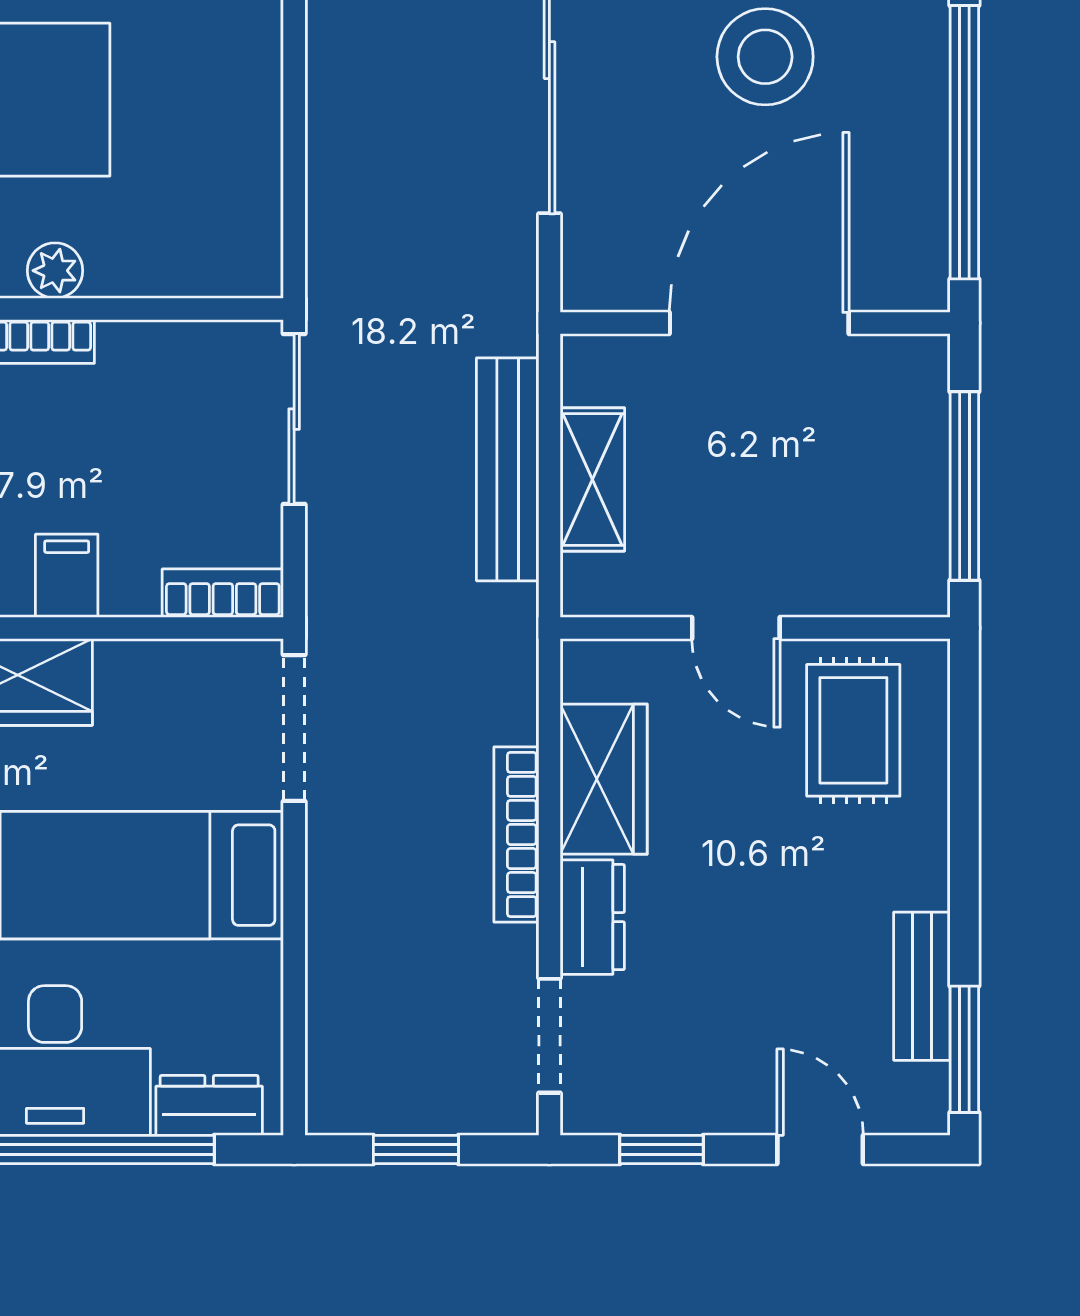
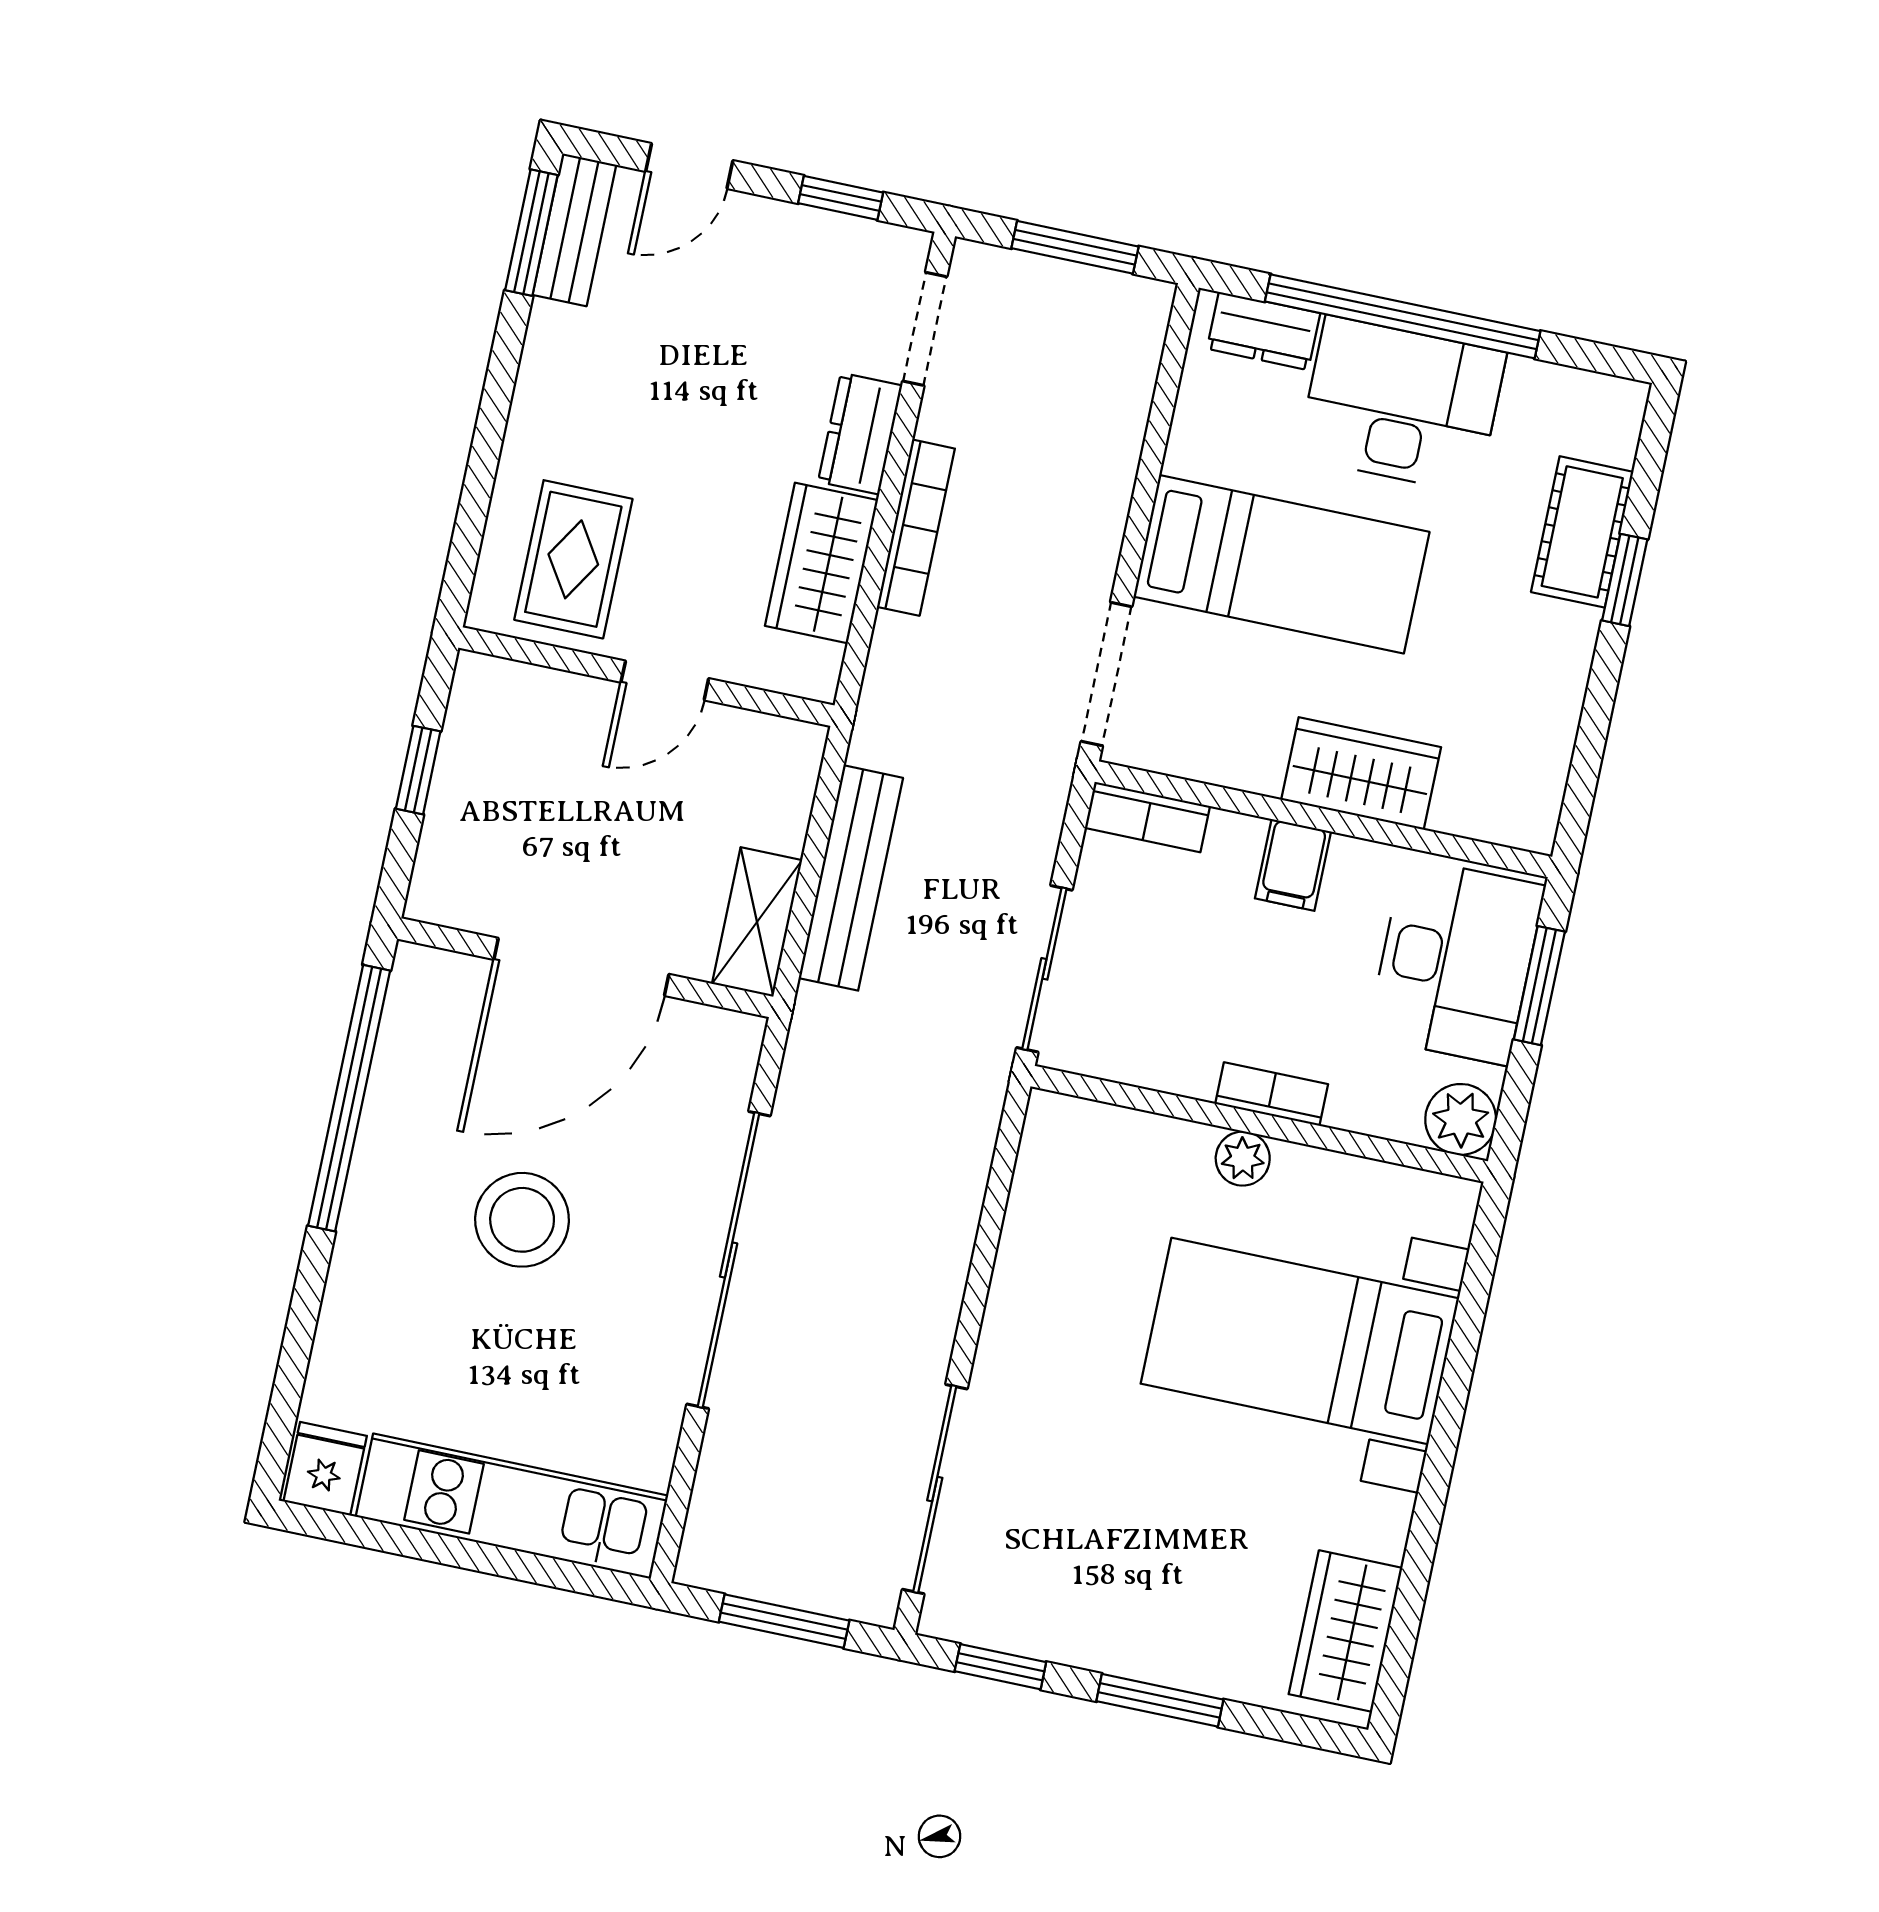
shelving: (592, 479) -> (757, 922), moved
window: (964, 486) -> (418, 770), width x0.46
door: (736, 628) -> (665, 680), swing flipped
bench: (922, 986) -> (574, 230), moved
window: (416, 1149) -> (1075, 247), width x1.50
door: (820, 1149) -> (689, 166), hinge flipped

